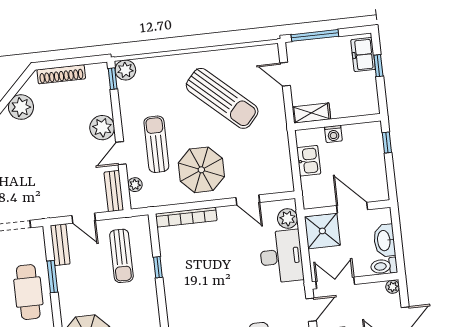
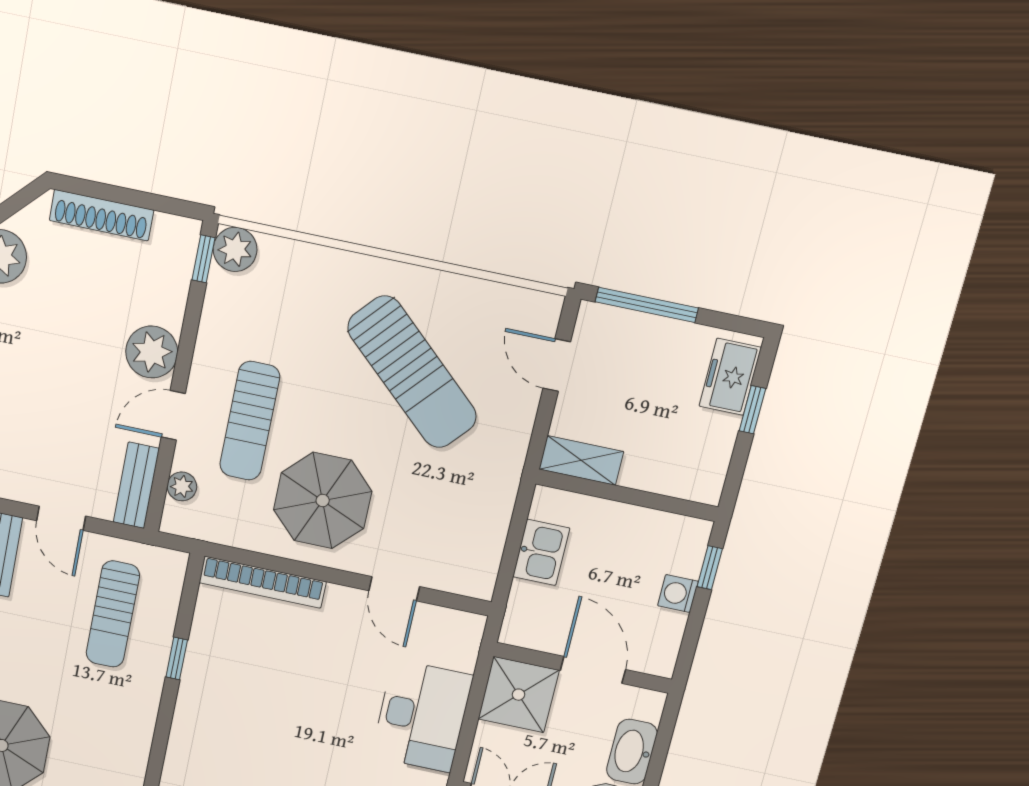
washing machine: (333, 134) -> (678, 594), moved, turned 90
sun lounger: (156, 144) -> (250, 421), turned 180
plant: (288, 218) -> (459, 649), removed

